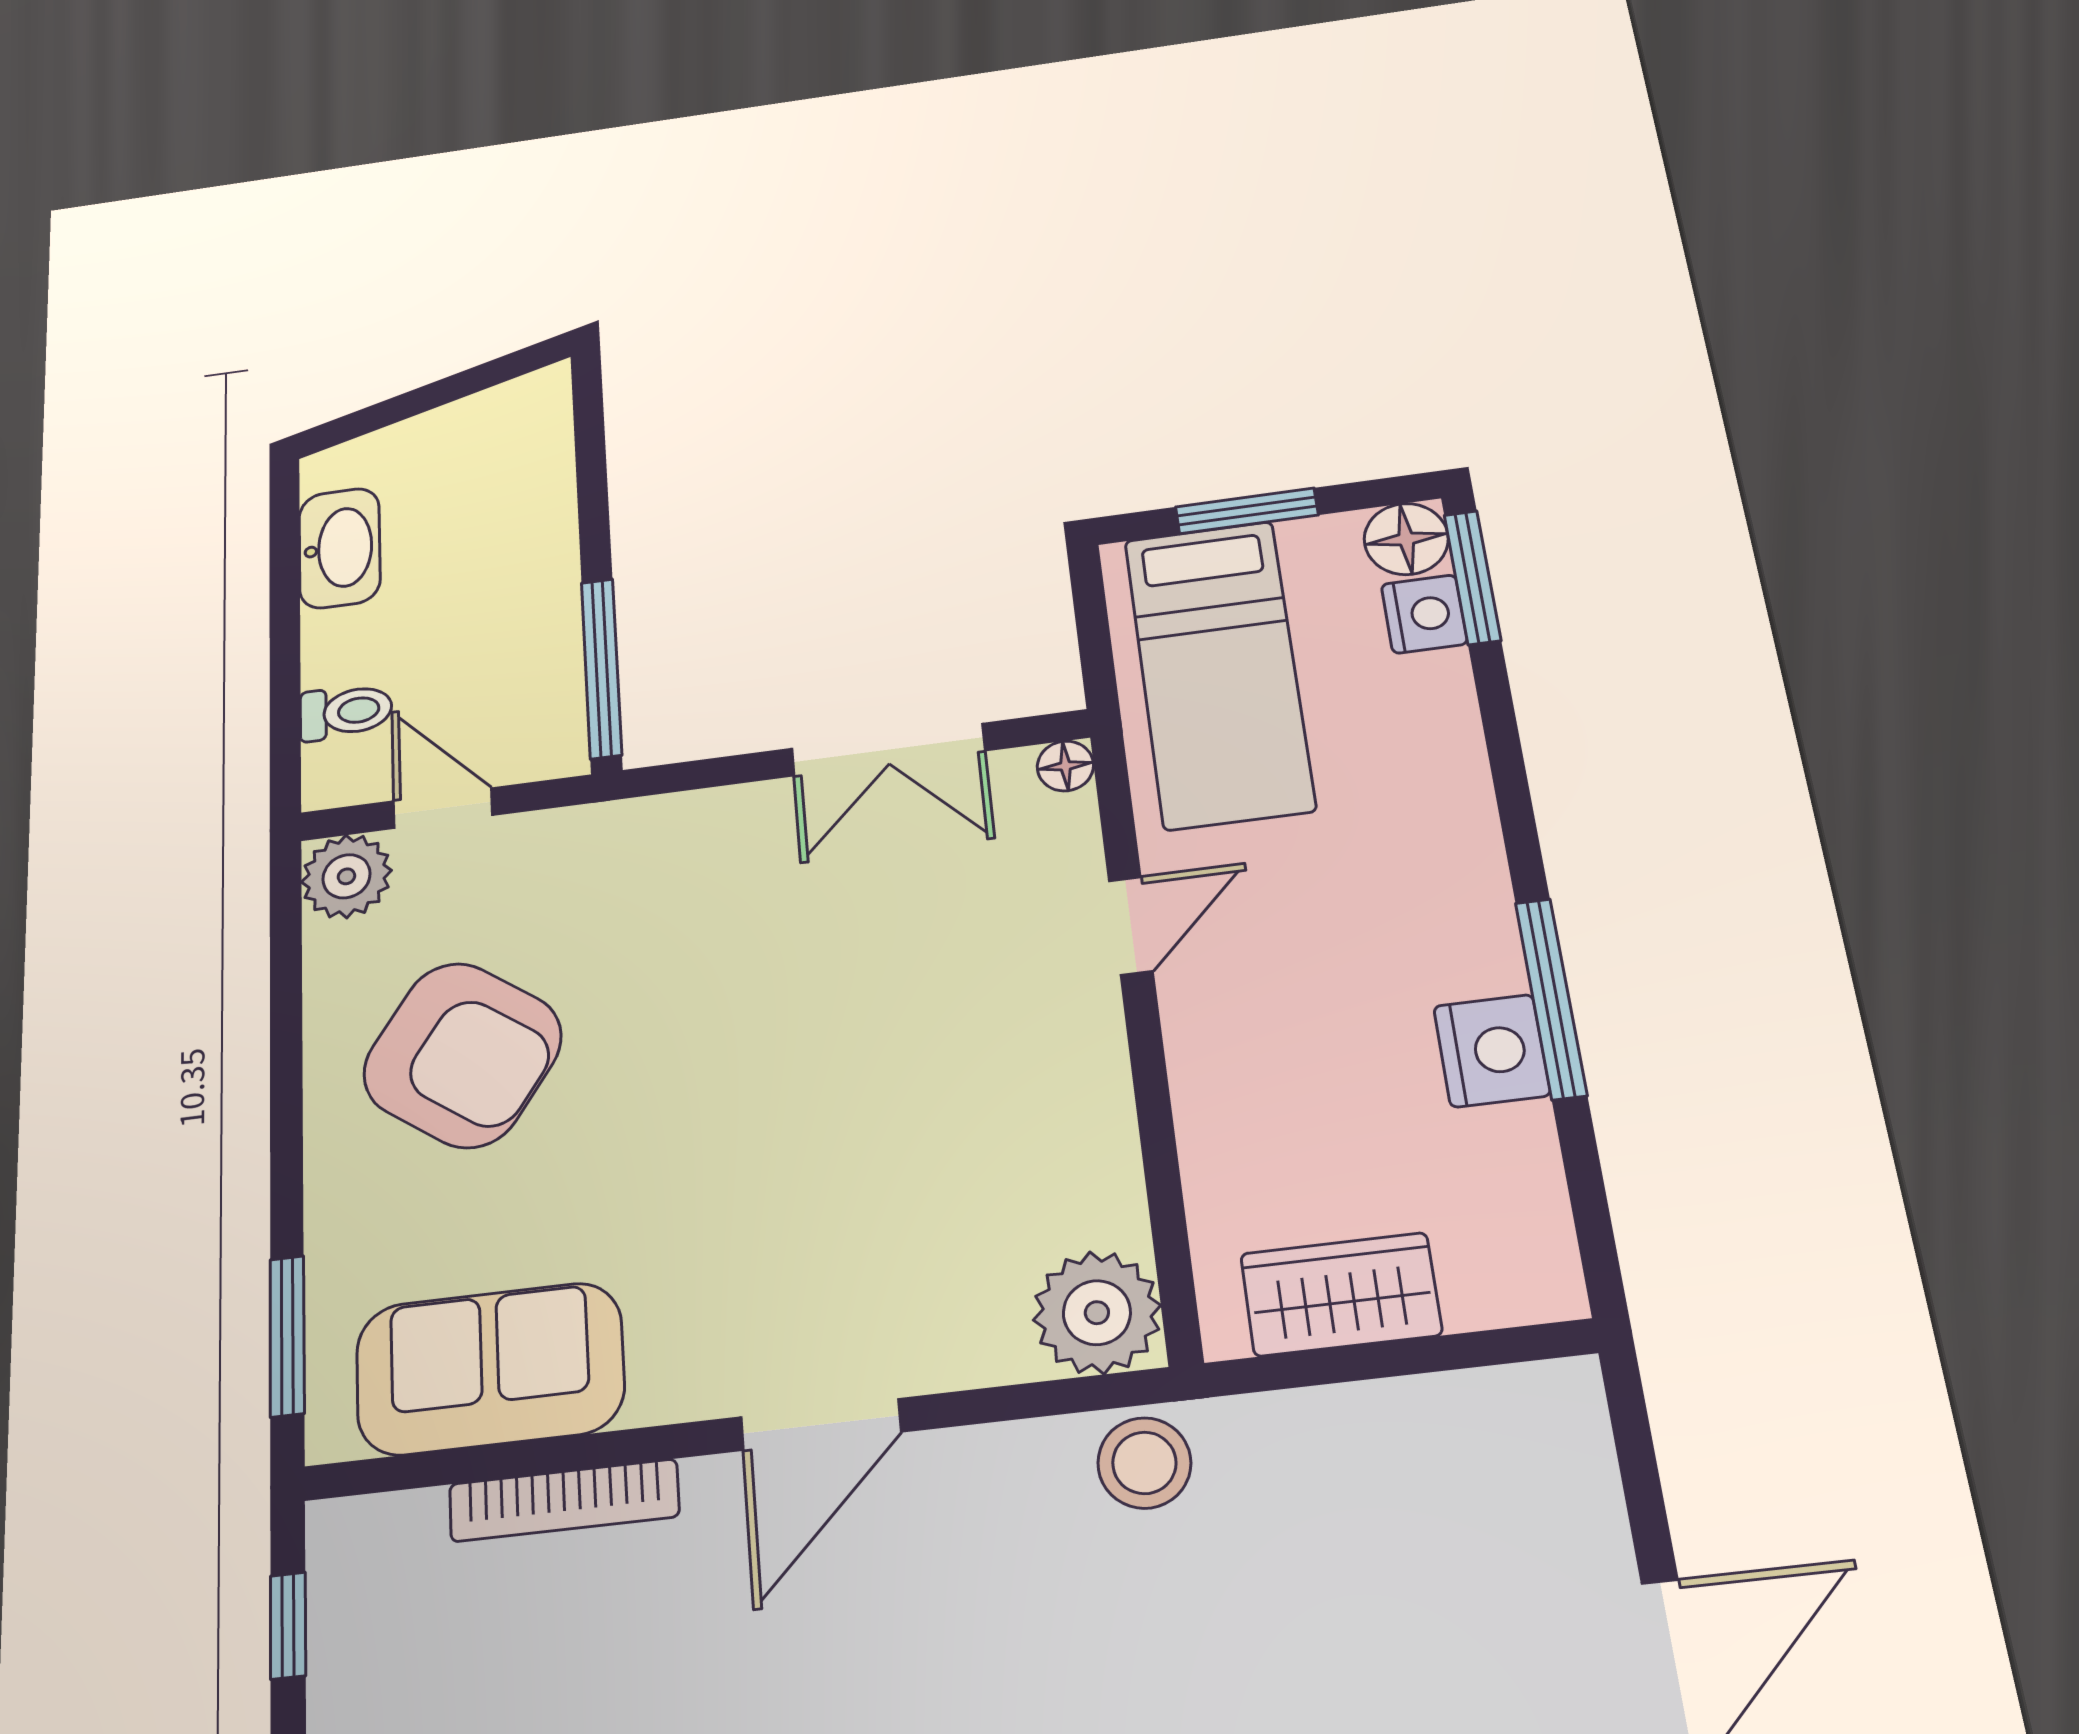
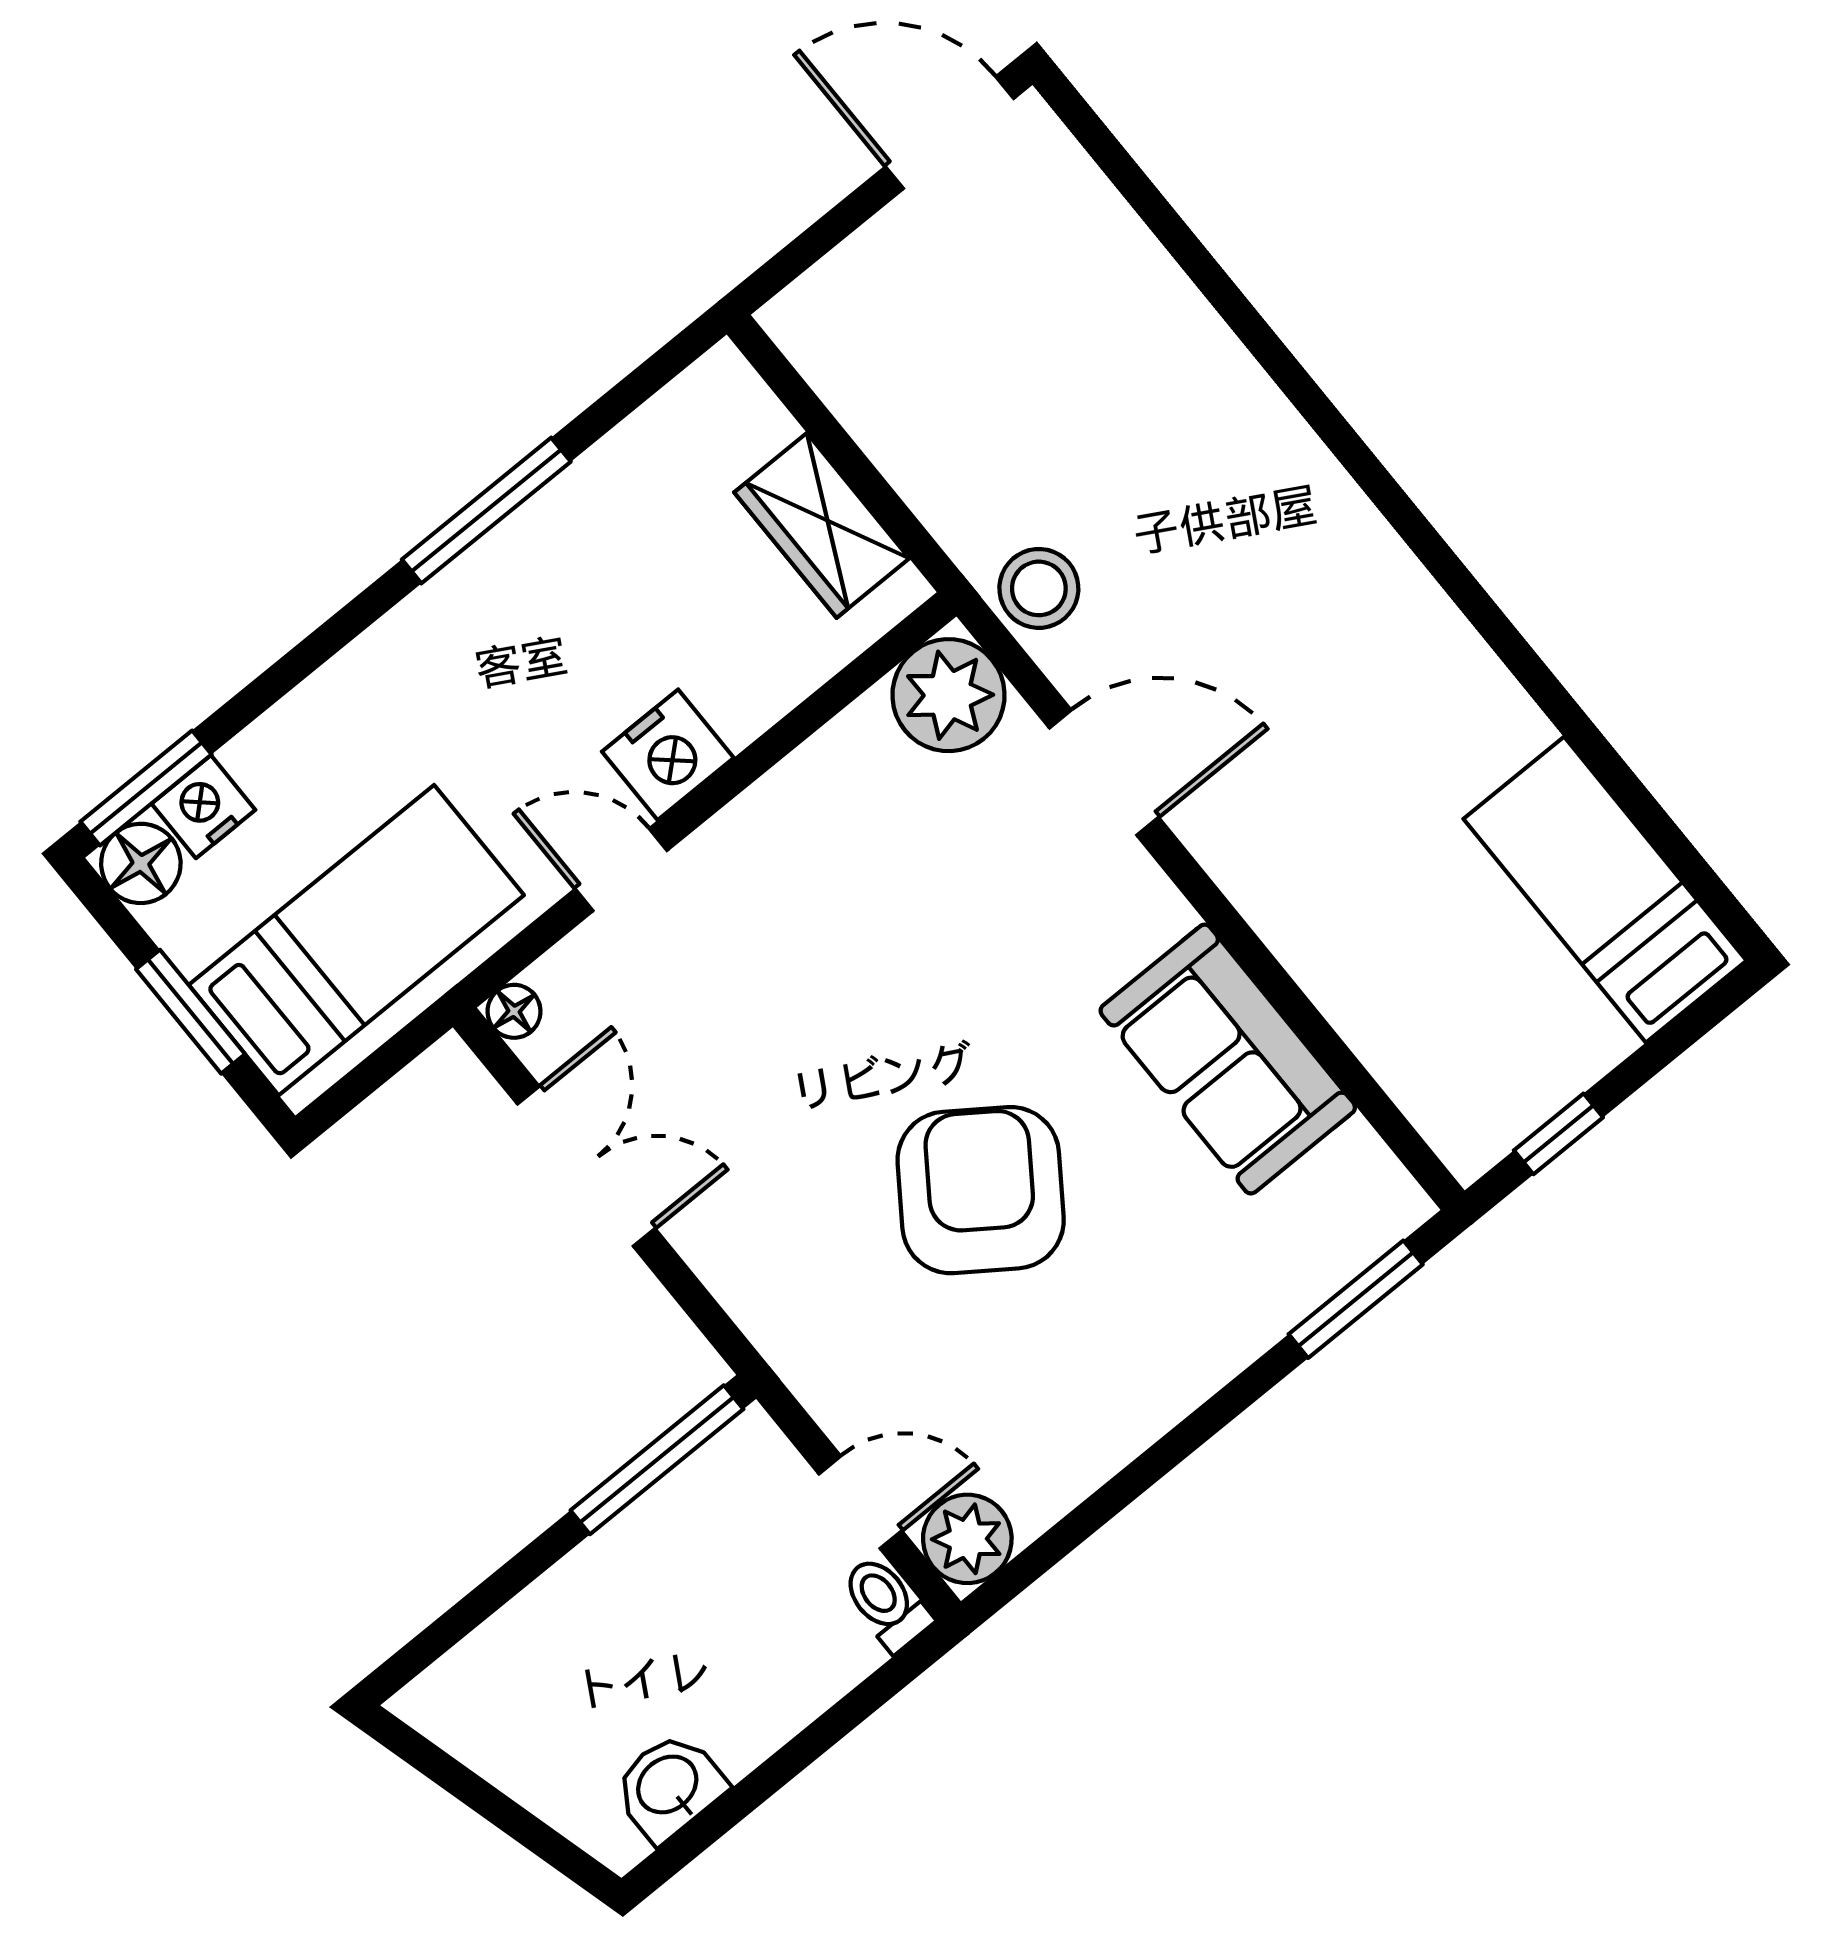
washbasin: (340, 548) -> (669, 1786), width x0.72
toilet: (346, 712) -> (886, 1603), moved
door: (443, 808) -> (860, 1502), swing flipped
nightstand: (1492, 1051) -> (668, 755), moved, turned 180
armchair: (462, 1055) -> (981, 1190), moved
sofa: (490, 1369) -> (1228, 1059), moved
door: (821, 1424) -> (1104, 773), moved
bookcase: (564, 1500) -> (1339, 995), removed

